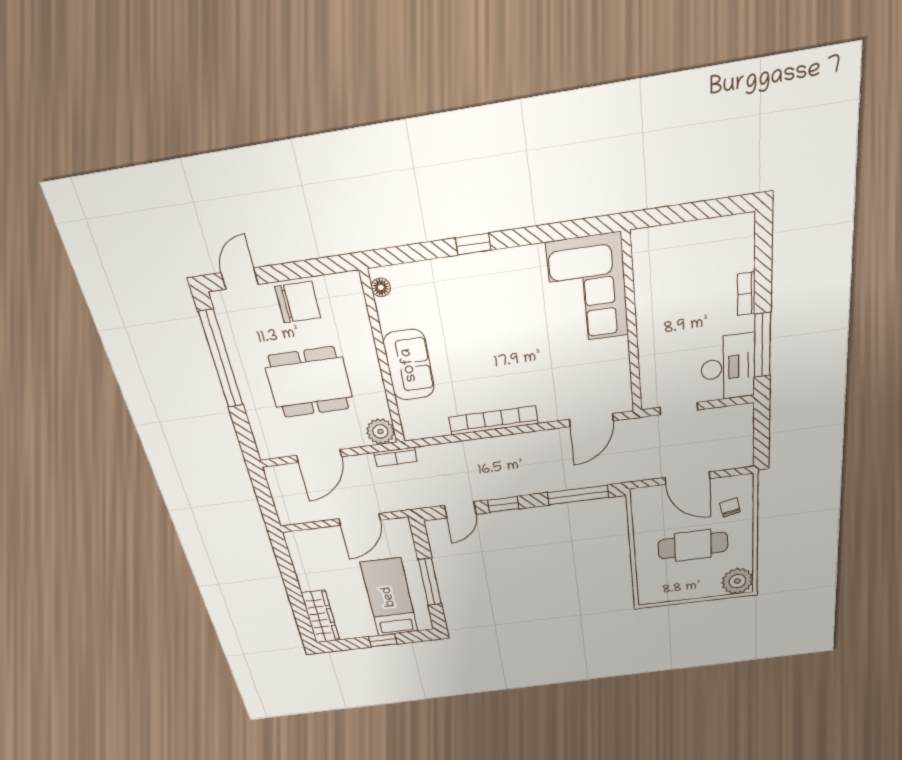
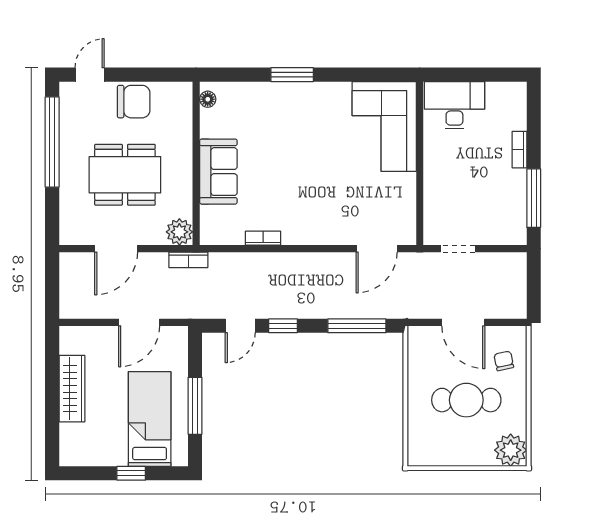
window: (473, 244) -> (292, 75), width x1.50
desk: (728, 368) -> (454, 105), moved, turned -90
bookcase: (493, 420) -> (263, 238), width x0.43, depth x0.76
wardrobe: (320, 617) -> (72, 389), moved

